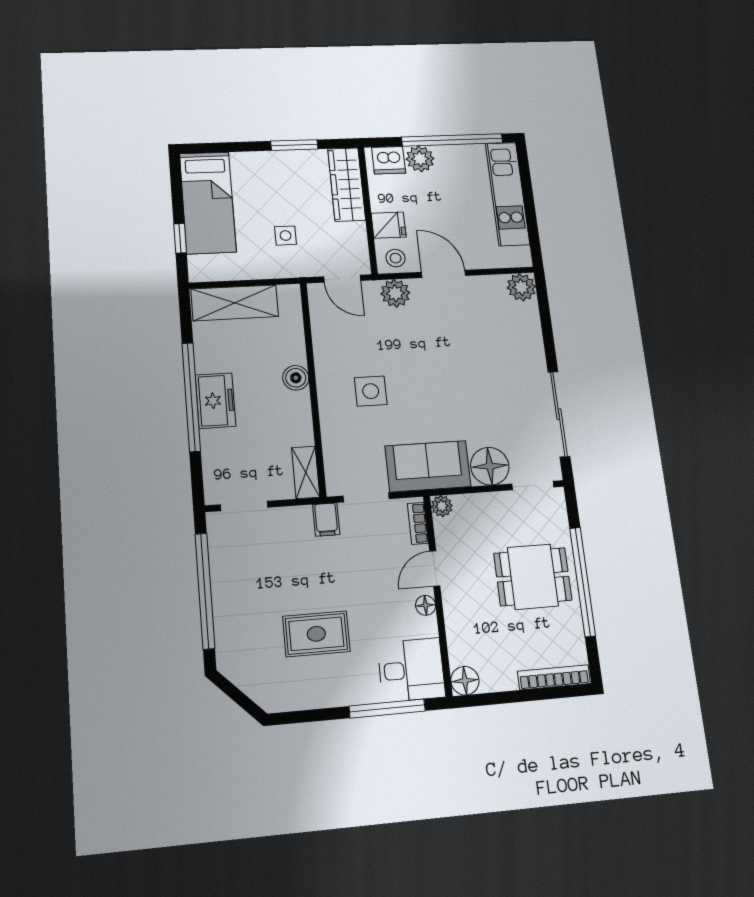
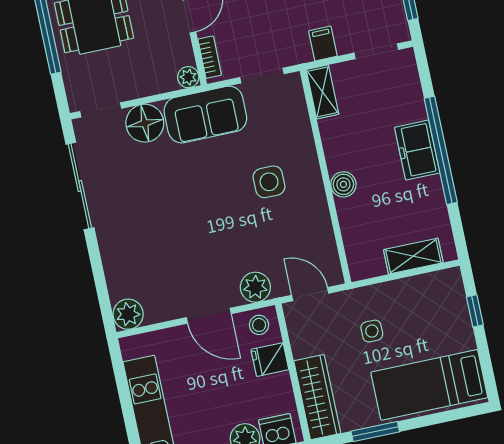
bed: (208, 203) -> (429, 385), moved, turned -90
shelving: (235, 303) -> (413, 256), width x0.67, depth x0.75
filing cabinet: (326, 520) -> (323, 43), moved

